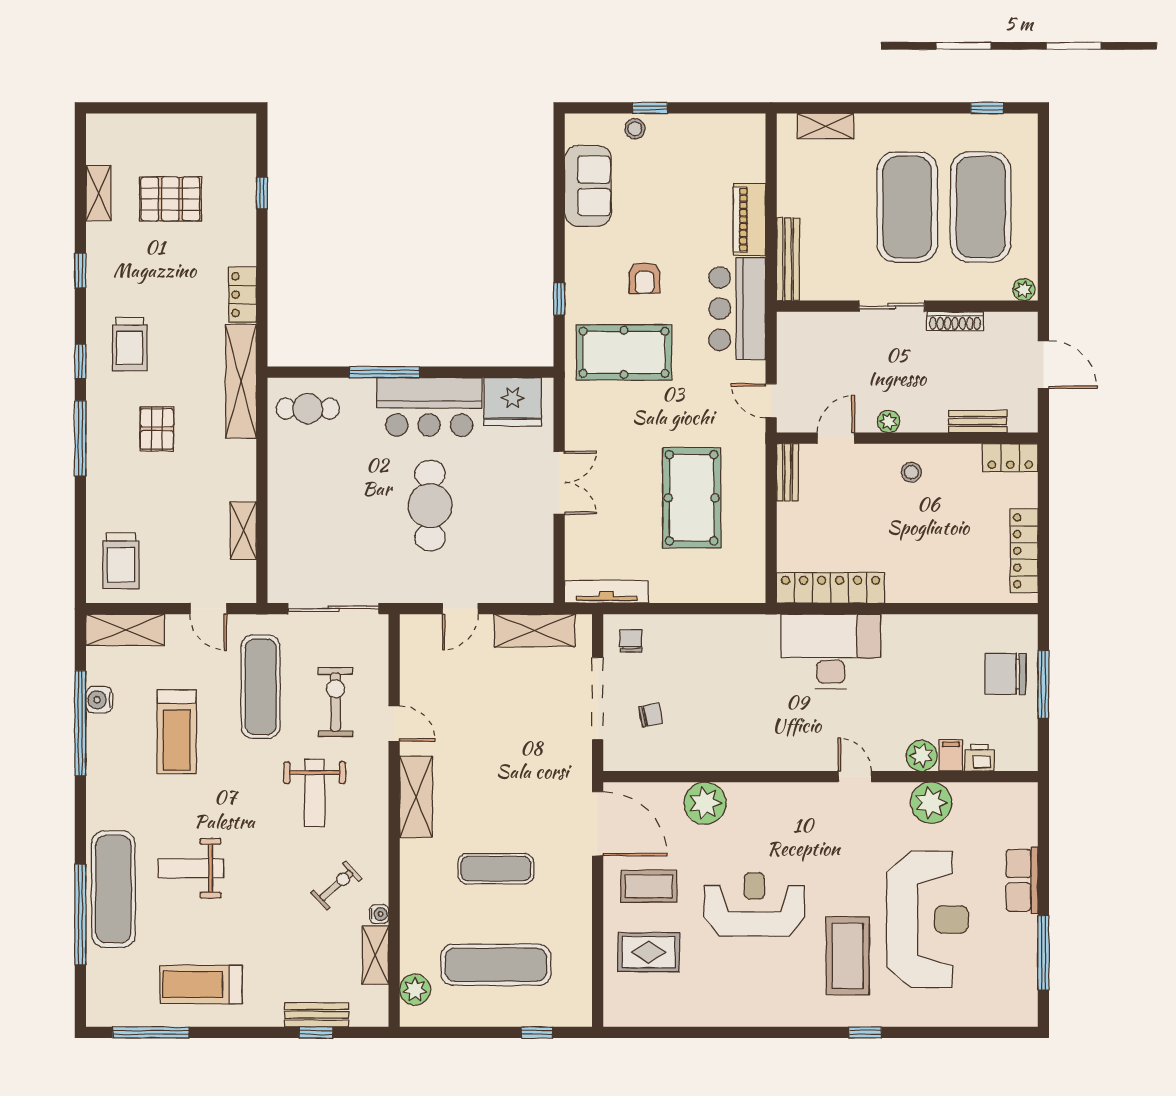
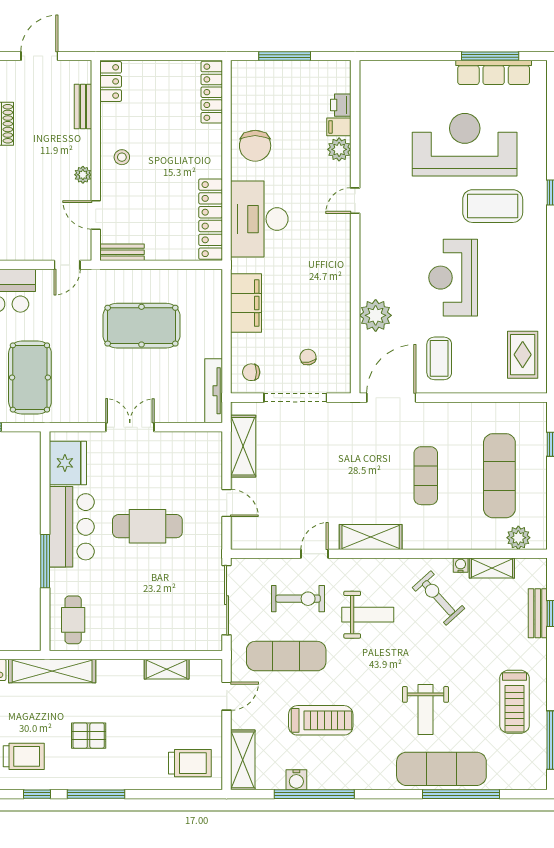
locker: (1024, 551) -> (212, 92), moved, turned 90
filing cabinet: (721, 634) -> (246, 303), added
chair: (1006, 674) -> (255, 146), moved
exercise bike: (335, 702) -> (298, 599), turned 180
plant: (931, 803) -> (375, 142), removed
row of seats: (1022, 880) -> (494, 72), moved, width x1.48
exercise bike: (336, 885) -> (439, 598), width x1.38, depth x1.39
rug: (649, 952) -> (523, 355), moved

